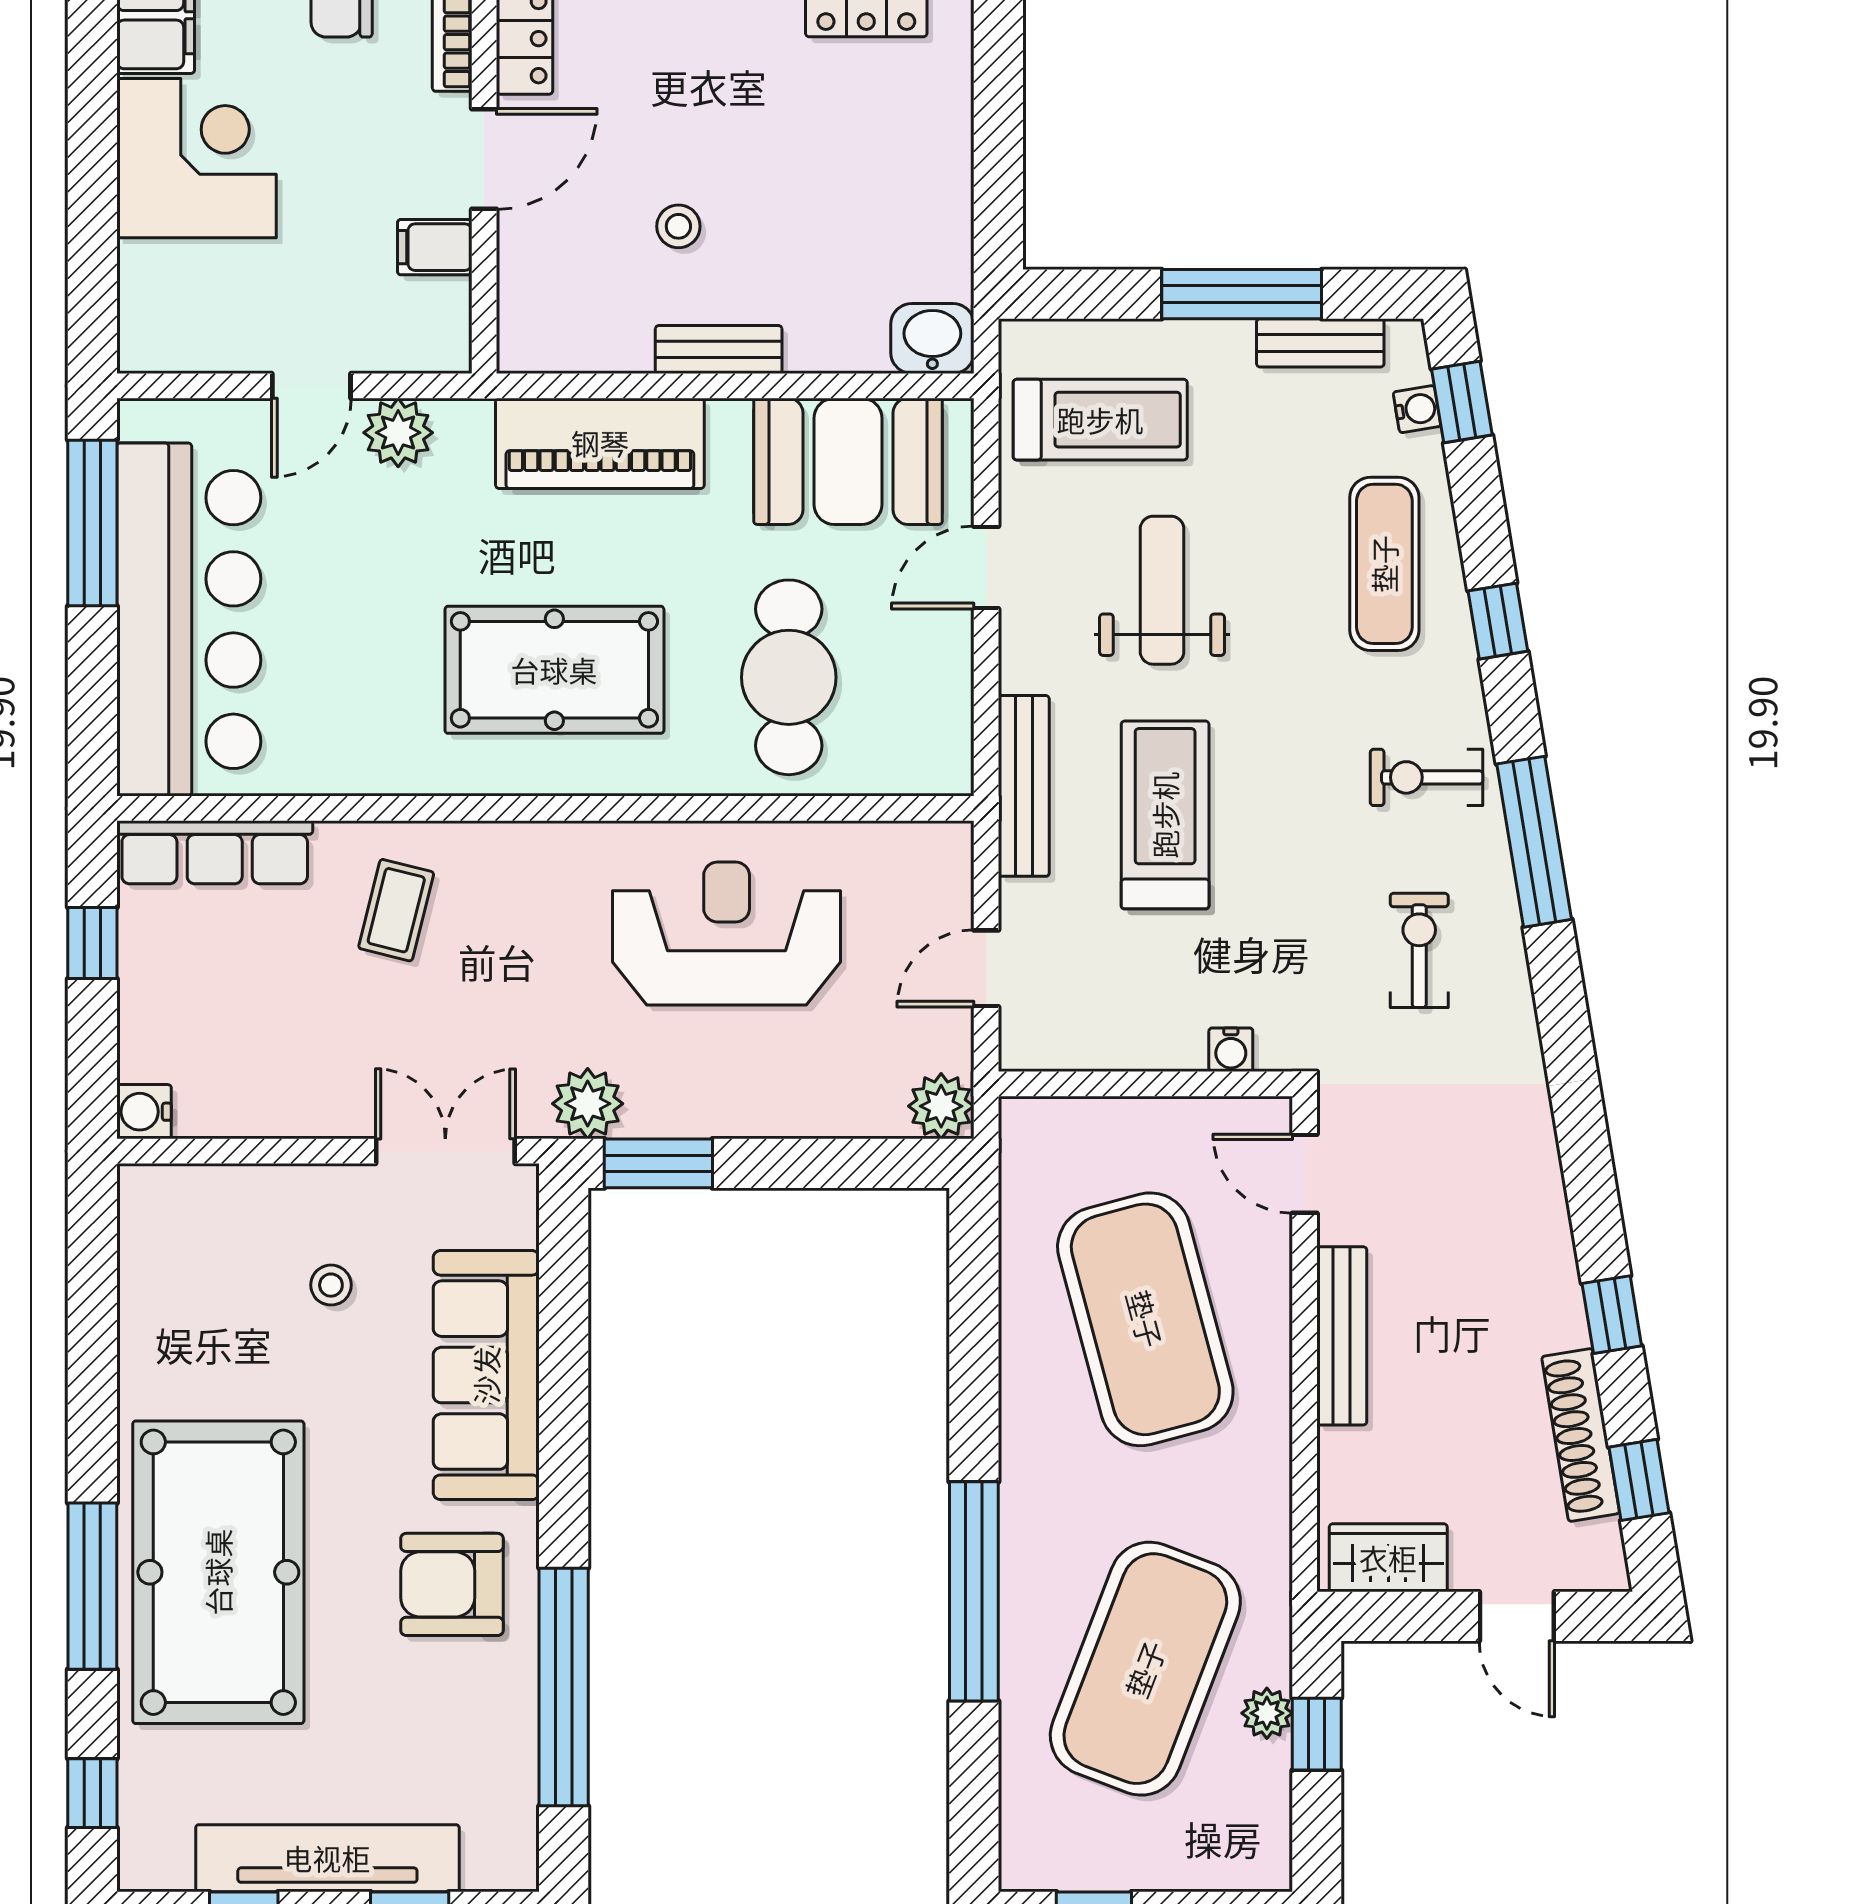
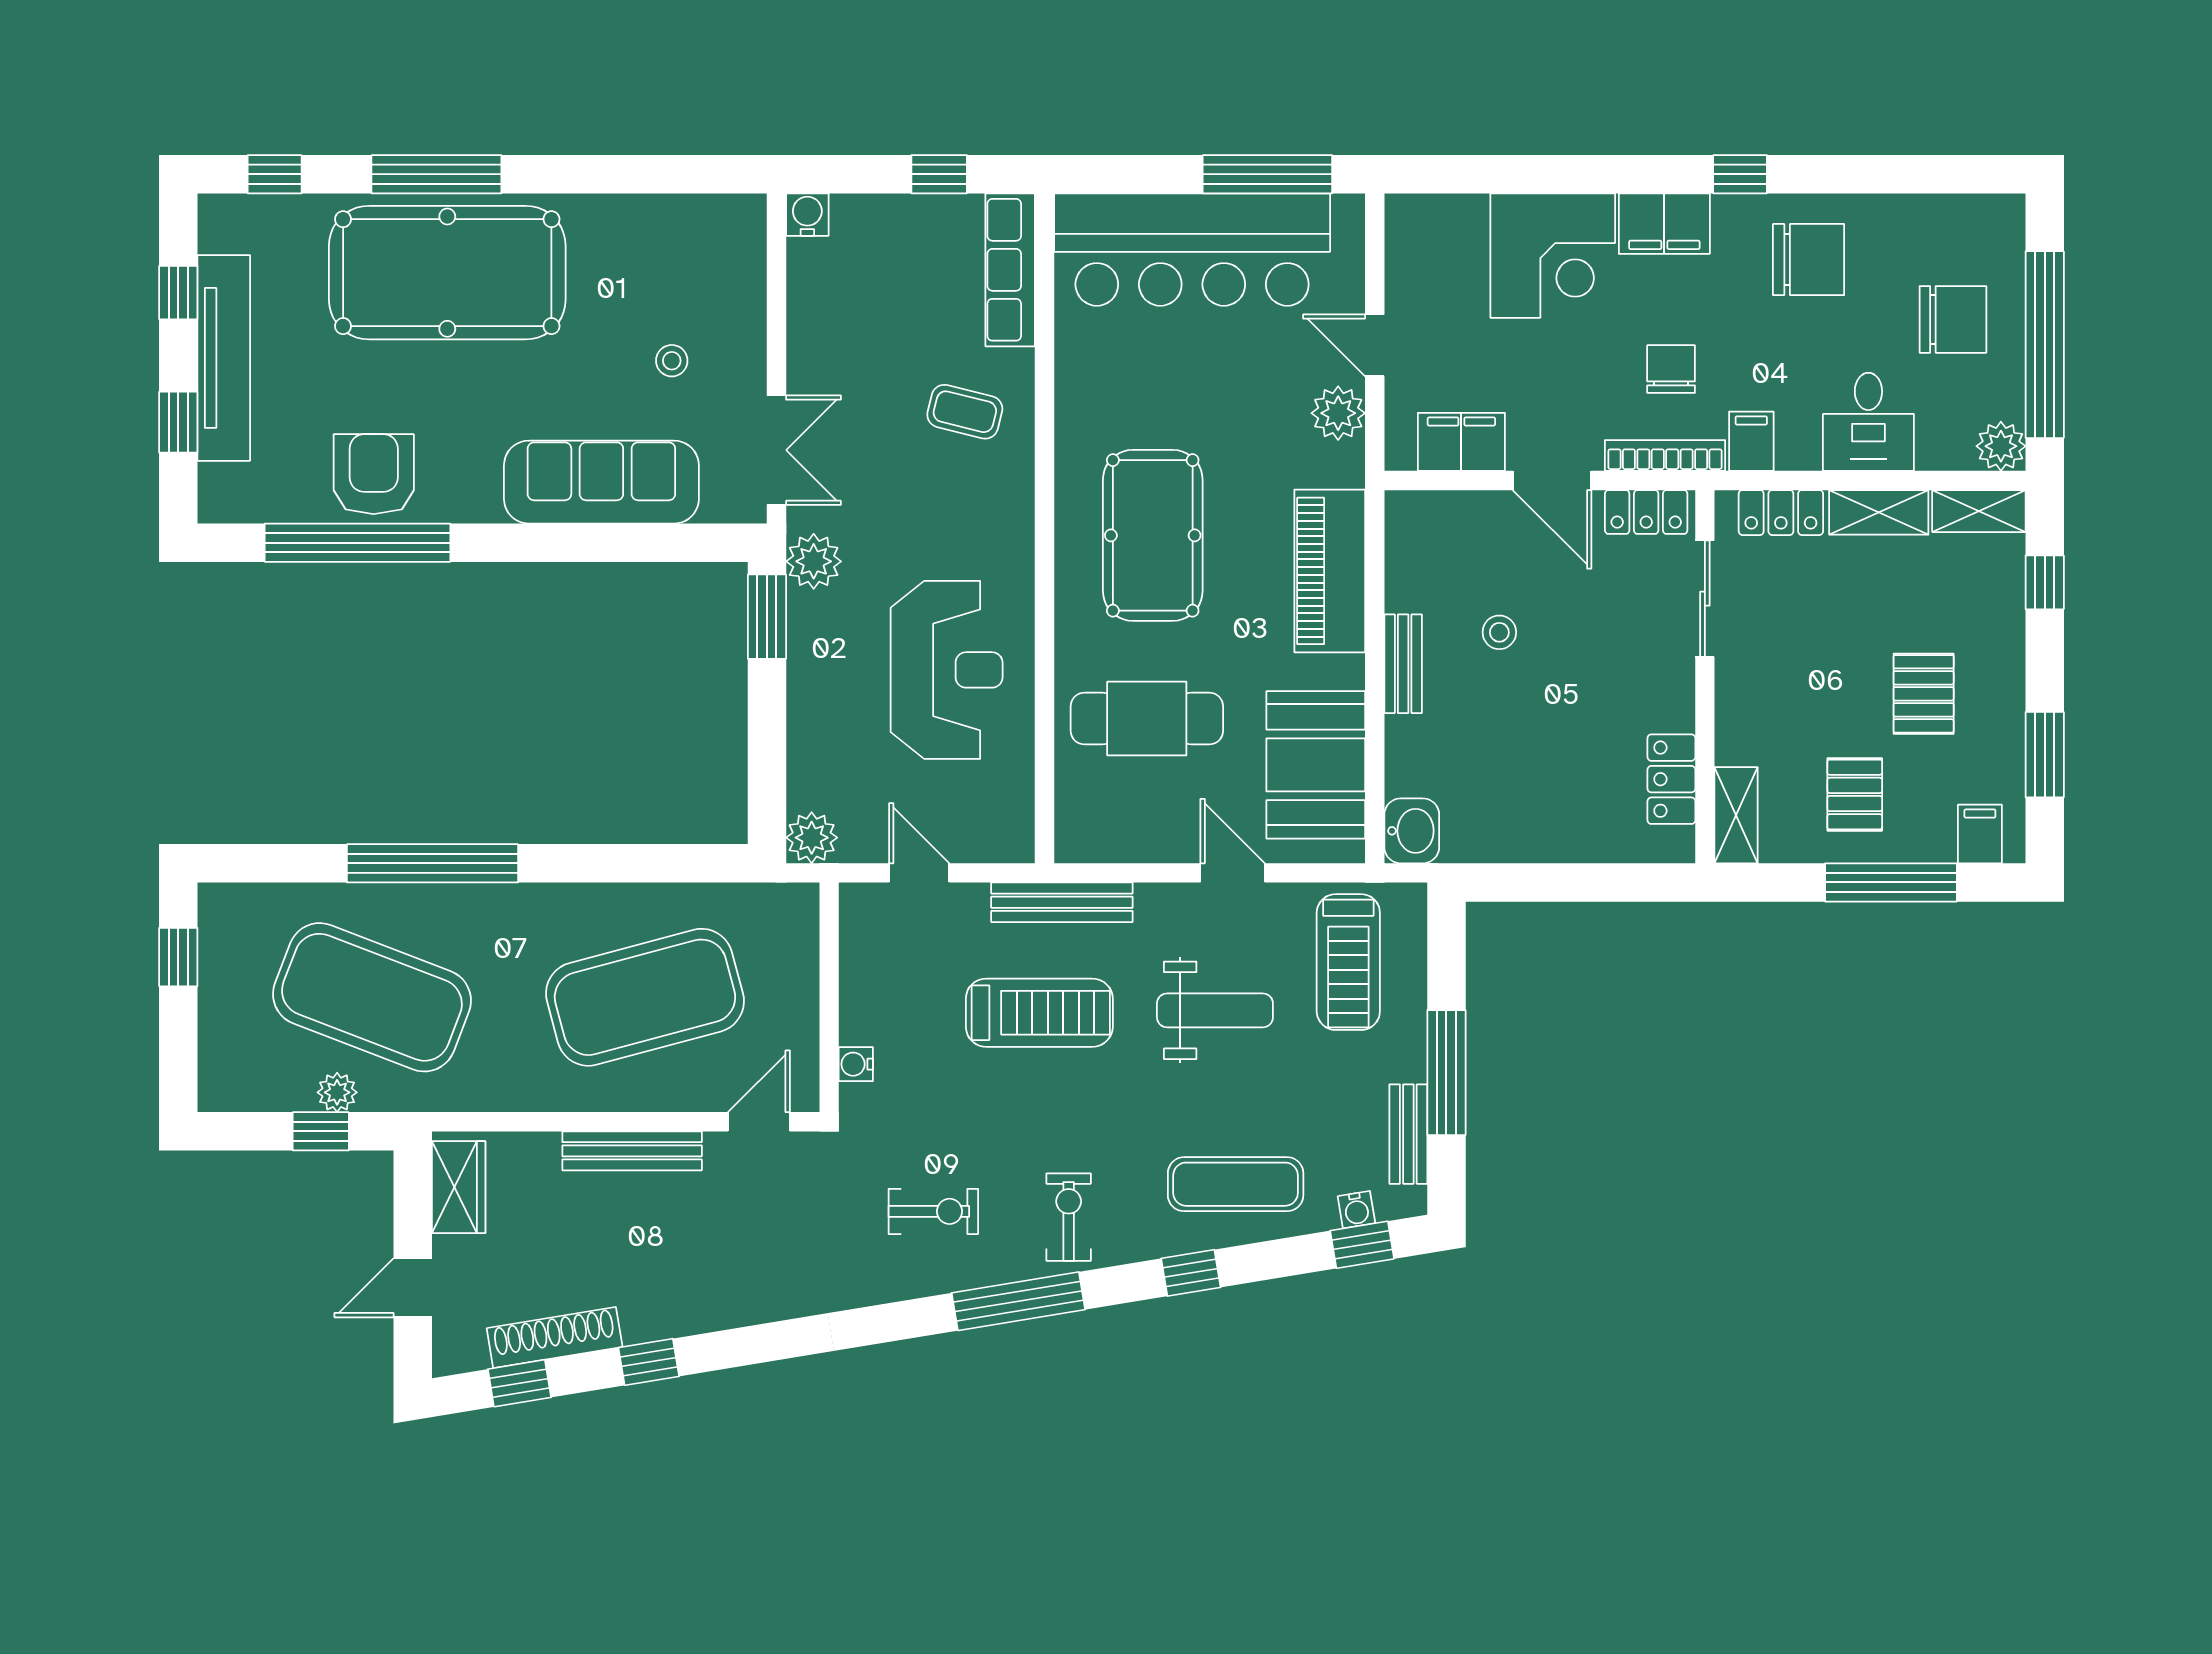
filing cabinet: (435, 247) -> (1461, 442), width x2.00
armchair: (452, 1584) -> (374, 474), moved

